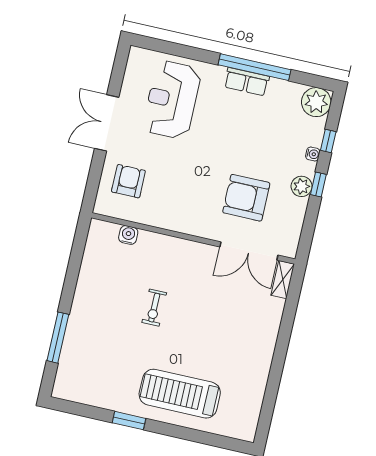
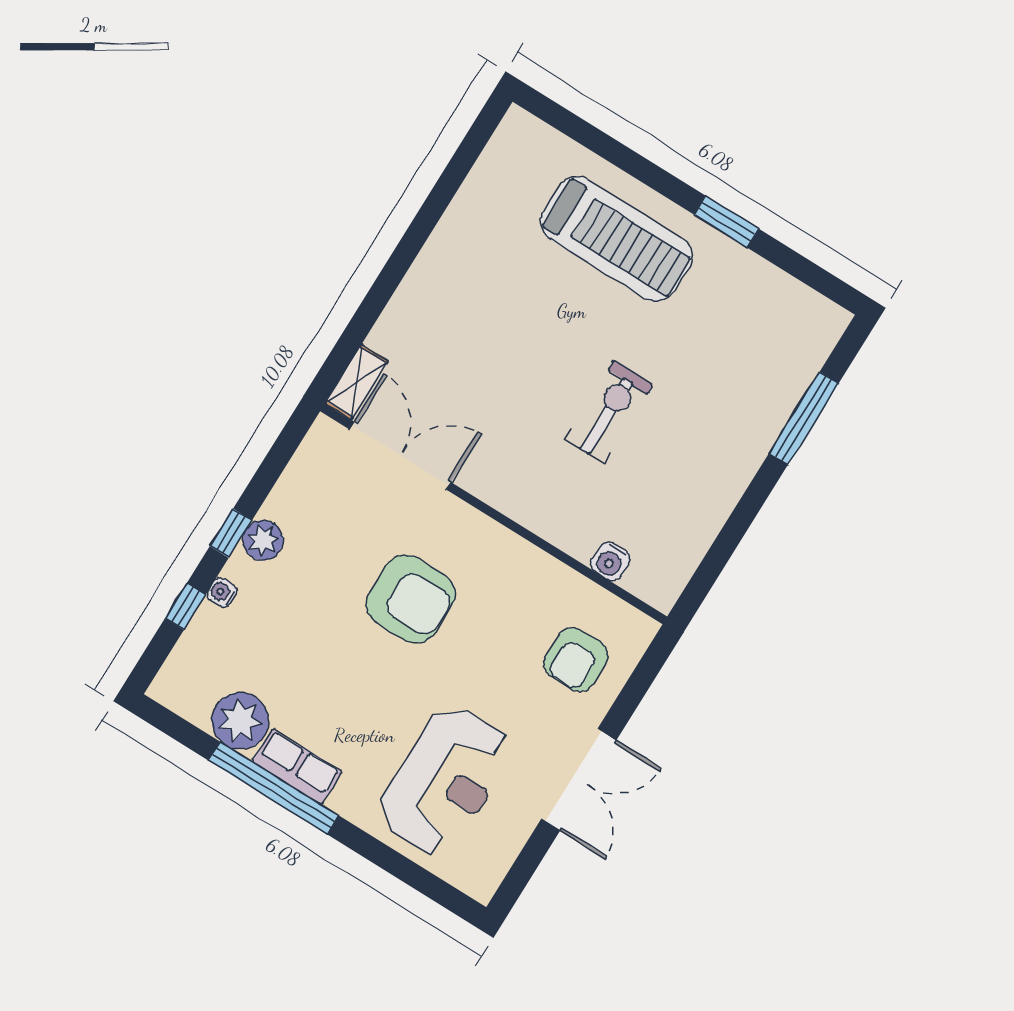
plant: (316, 102) -> (240, 721), moved
armchair: (246, 198) -> (411, 599), moved
exercise bike: (154, 308) -> (609, 412), width x1.38, depth x1.39

